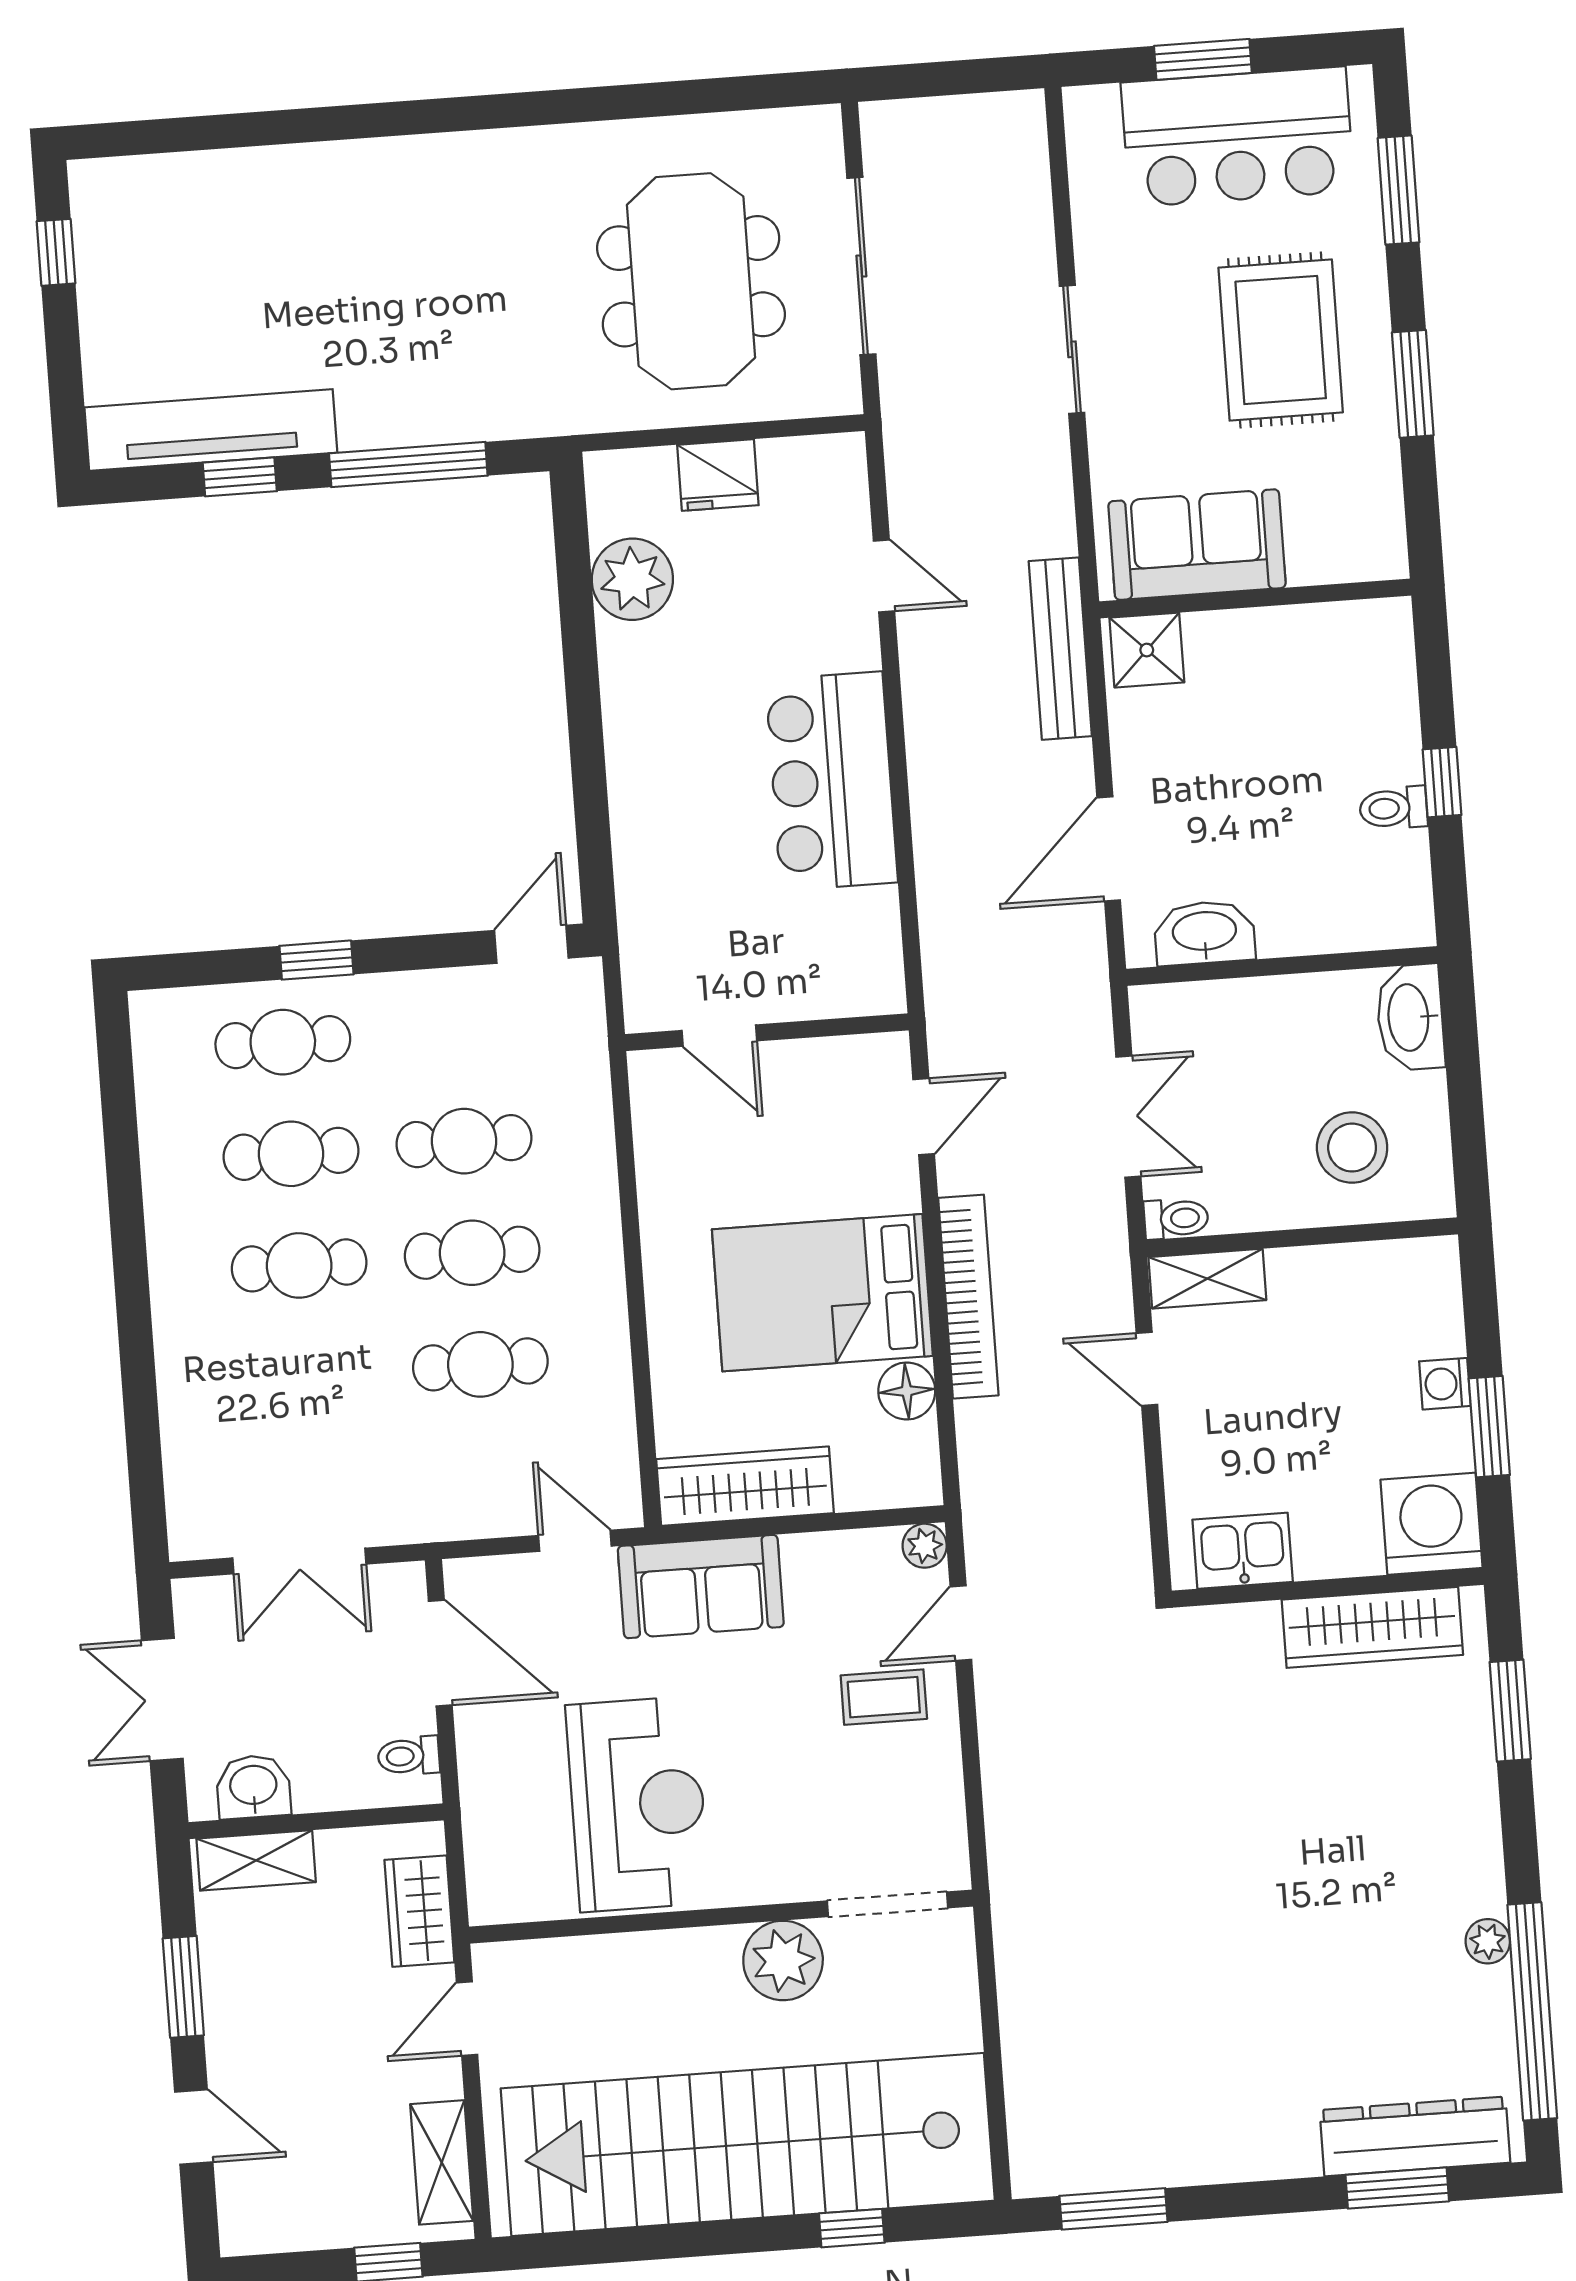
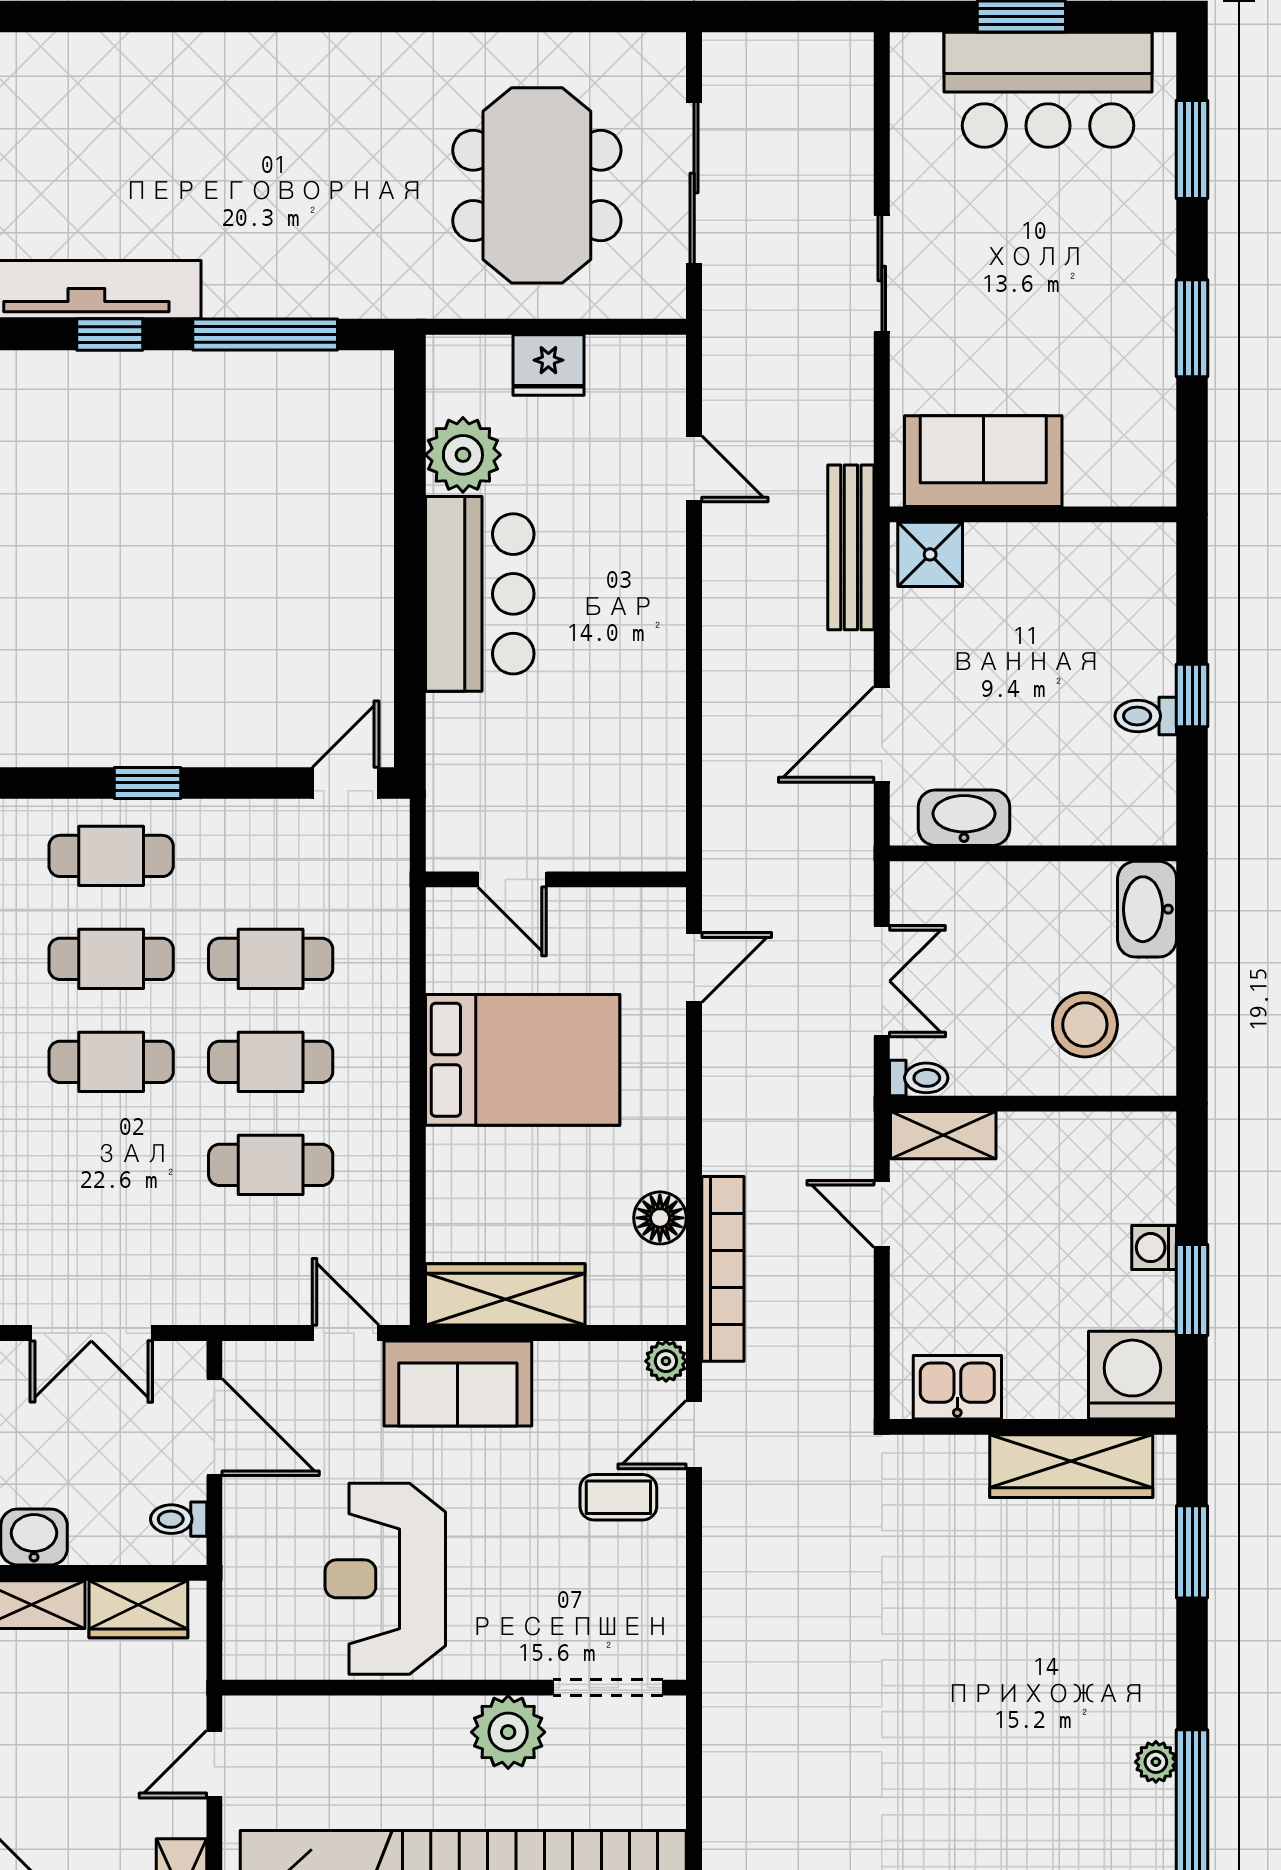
rug: (1281, 340) -> (1074, 279), removed
bar counter: (832, 781) -> (480, 594), moved, turned 180
bed: (822, 1293) -> (523, 1060), moved, turned 180
bookcase: (968, 1297) -> (723, 1269), moved
reception desk: (638, 1804) -> (385, 1579), turned 180
wardrobe: (419, 1911) -> (138, 1609), moved, turned -90

